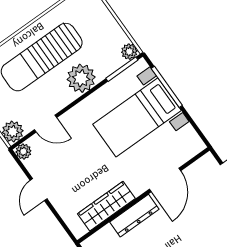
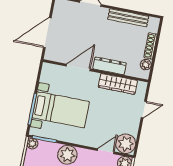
door: (46, 124) -> (106, 151), hinge flipped
plant: (23, 151) -> (126, 144), width x1.88, depth x1.88
door: (39, 190) -> (144, 109), moved

